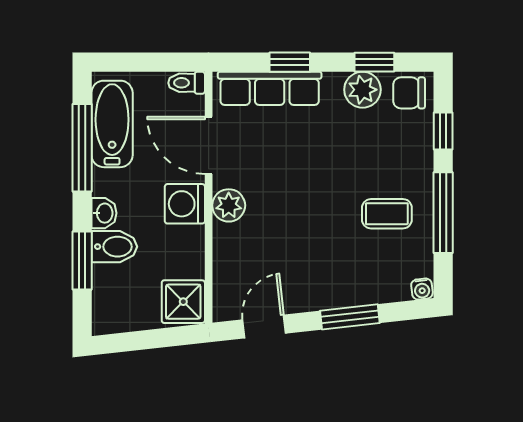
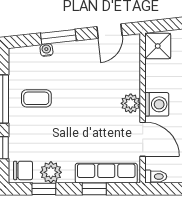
water cooler: (422, 289) -> (46, 50), moved

